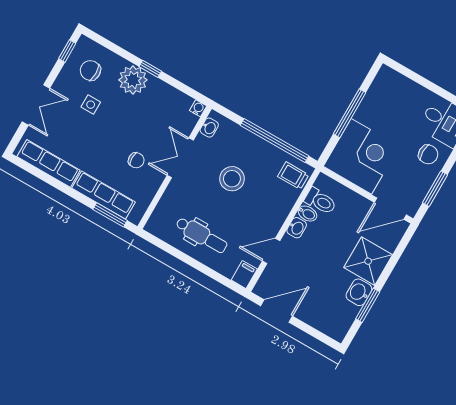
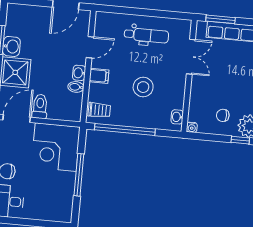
double door: (180, 158) -> (191, 57), moved
chair: (136, 160) -> (223, 115), moved
toilet: (320, 201) -> (40, 106), moved, turned 90
dental chair: (202, 235) -> (146, 35), turned 180
filing cabinet: (244, 275) -> (99, 76), moved, turned -90

